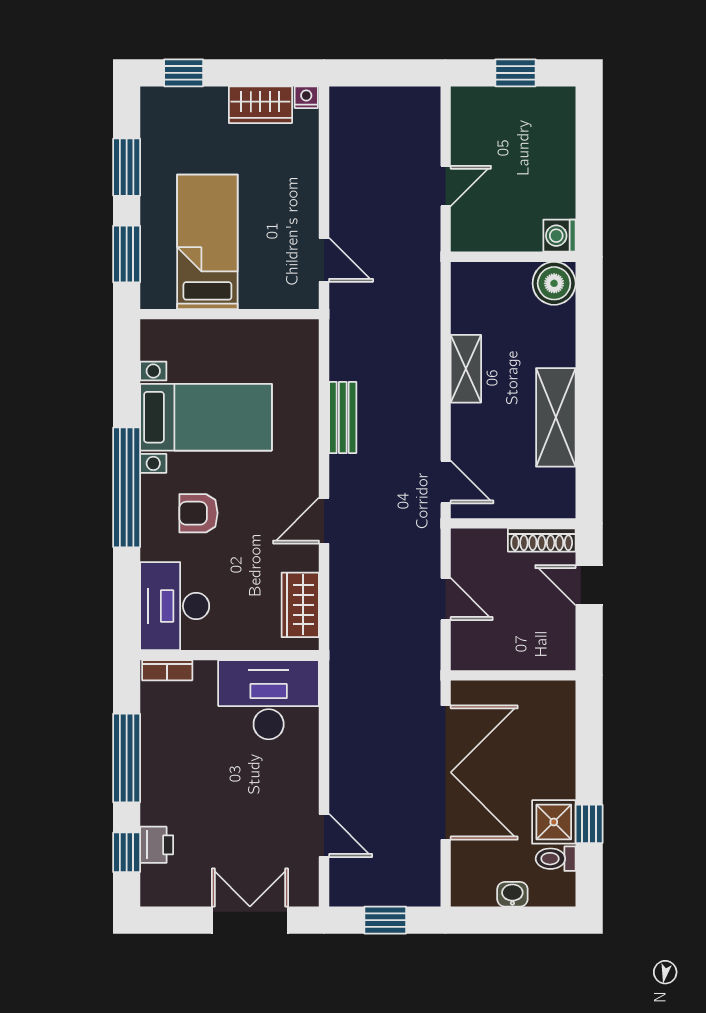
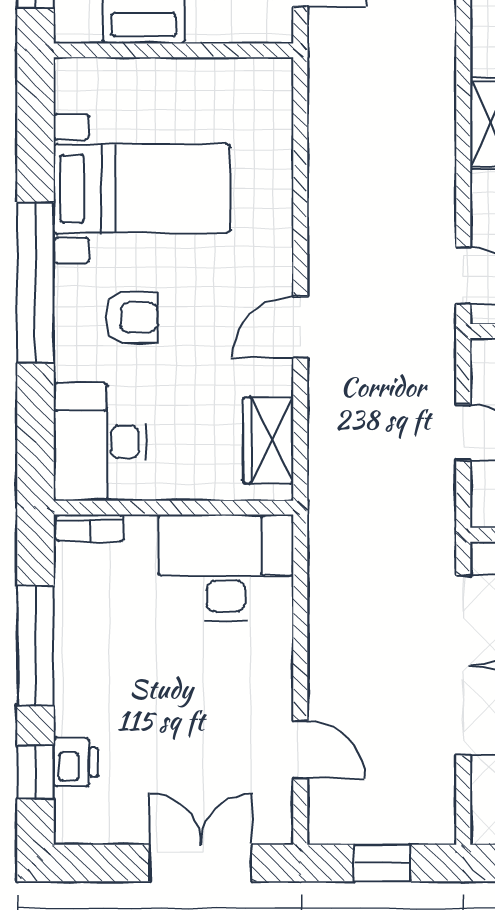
bench: (343, 417) -> (325, 189), removed
armchair: (199, 513) -> (132, 317), turned 180

